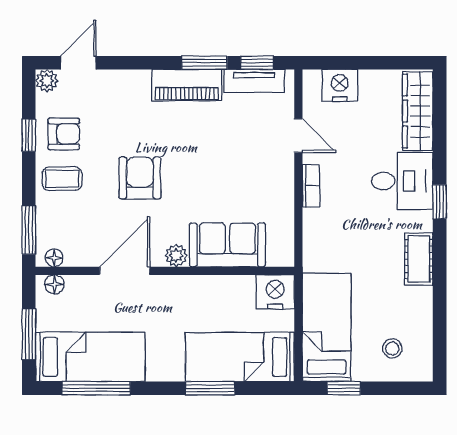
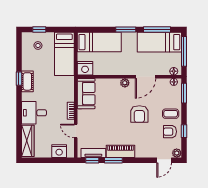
window: (440, 202) -> (19, 79), moved
sofa: (227, 245) -> (86, 94), moved, turned -90
window: (29, 334) -> (184, 51), width x1.44
window: (210, 388) -> (126, 30), moved
window: (344, 388) -> (39, 30), moved

